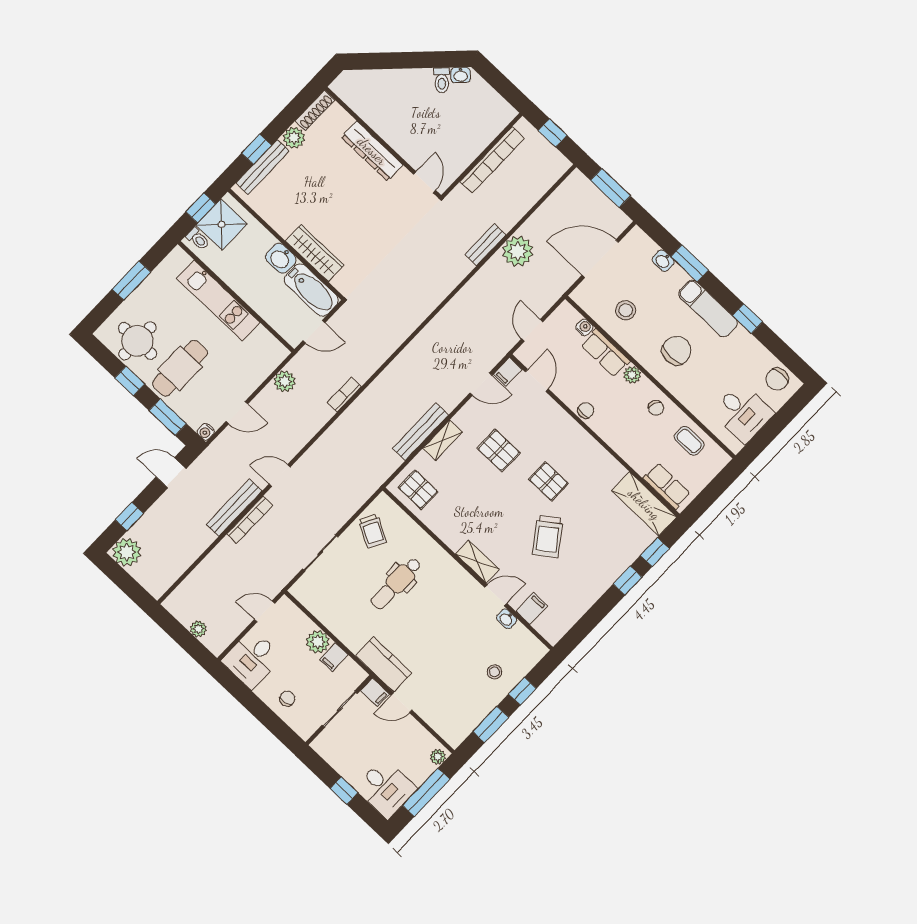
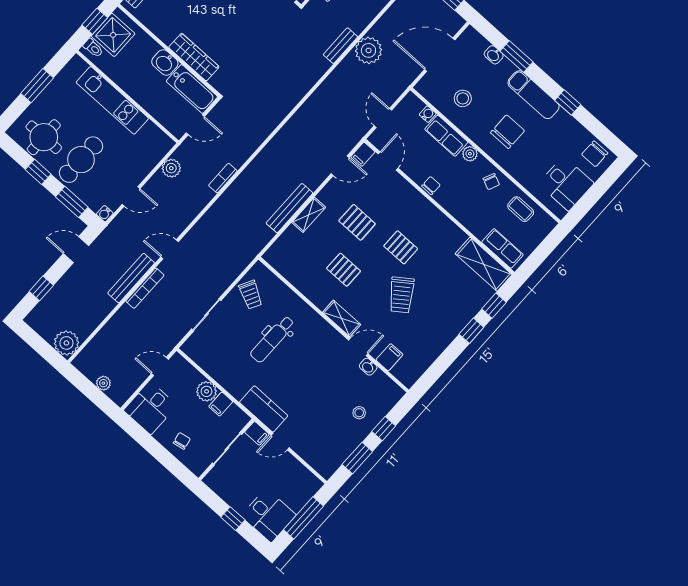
pallet: (418, 490) -> (344, 270), moved
plant: (127, 552) -> (66, 343), moved
plant: (438, 757) -> (313, 487), removed

